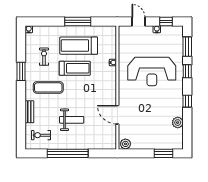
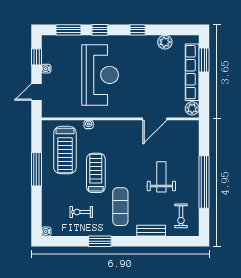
treadmill: (79, 46) -> (65, 150), moved
row of seats: (154, 144) -> (192, 72), added

